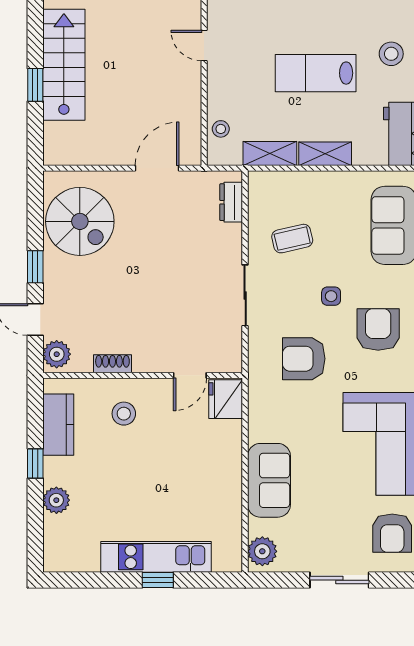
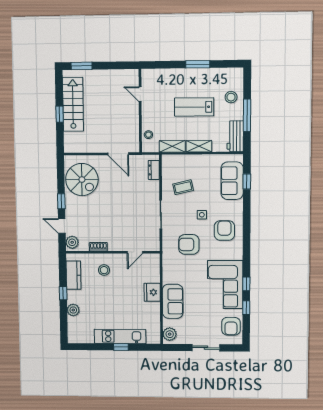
door: (157, 168) -> (118, 154), swing flipped
fridge: (226, 399) -> (152, 292), moved

